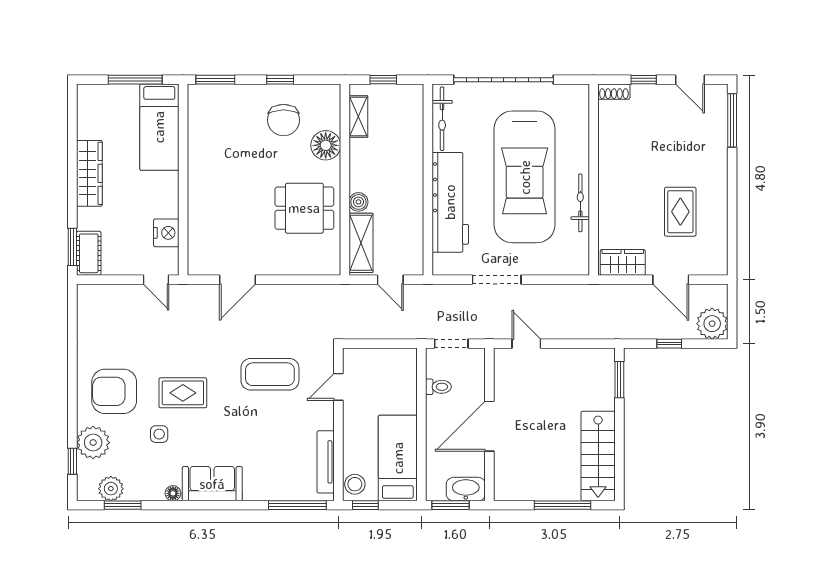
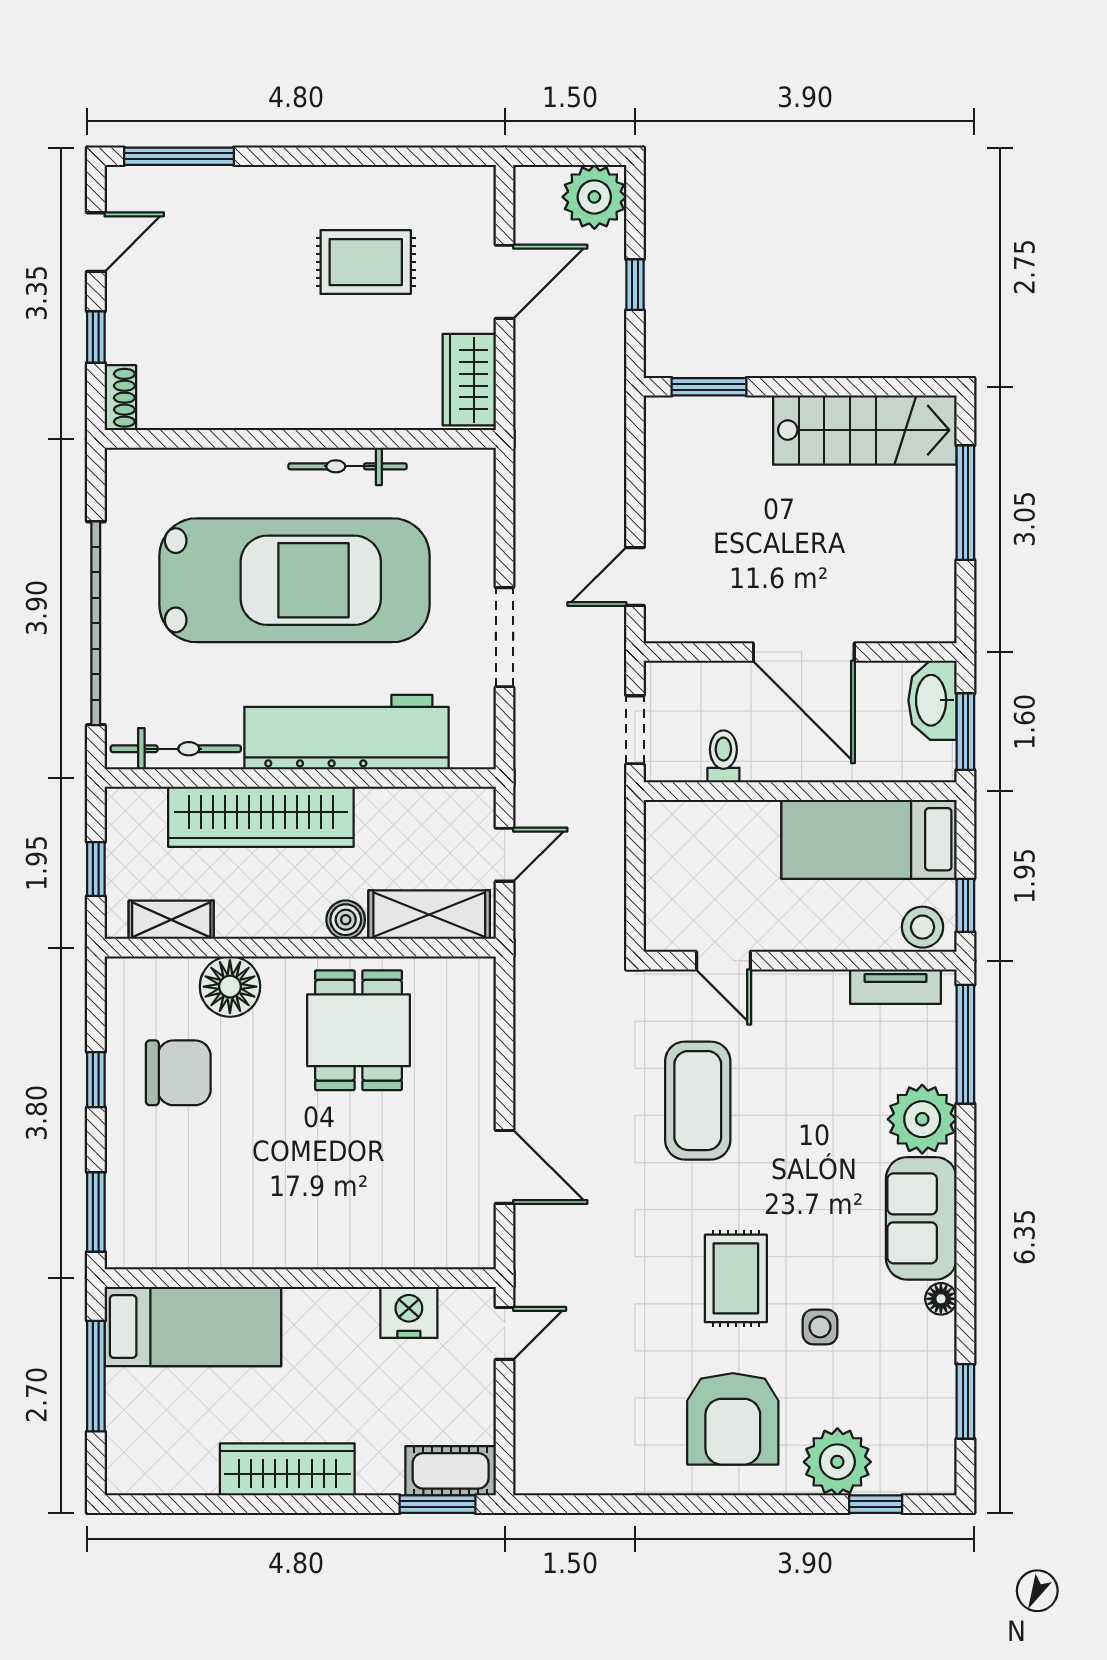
wardrobe: (409, 160) -> (261, 817), added
tv unit: (326, 462) -> (896, 987), width x0.71
plant: (111, 489) -> (922, 1119), moved, width x1.36, depth x1.36

